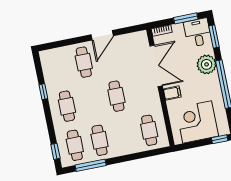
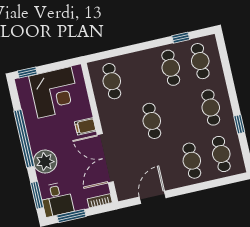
door: (102, 35) -> (153, 197), moved
cafe table: (59, 67) -> (221, 154), added
window: (55, 151) -> (223, 53), removed
window: (91, 165) -> (181, 38), width x0.46

